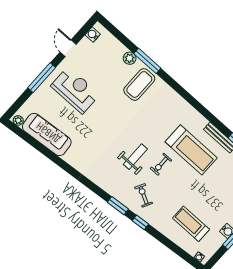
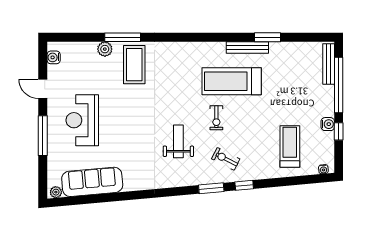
reception desk: (75, 90) -> (82, 120), turned -90
treadmill: (191, 150) -> (232, 81), turned 180
weight bench: (135, 157) -> (178, 141), moved
treadmill: (191, 224) -> (290, 146), turned 90

